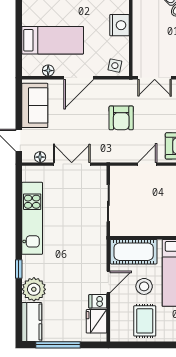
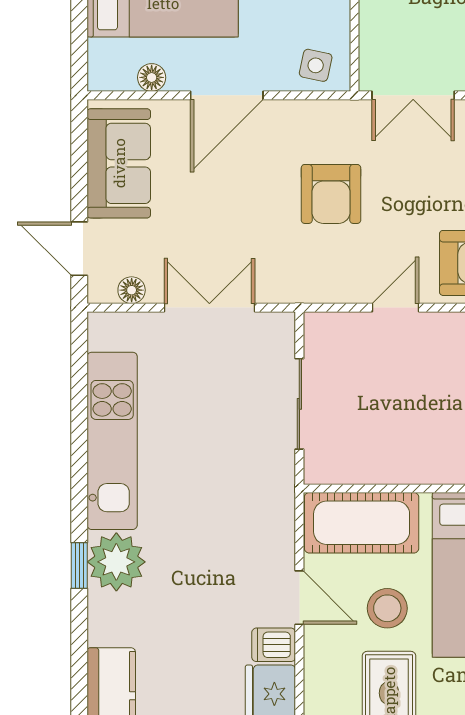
door: (108, 282) -> (299, 598), hinge flipped
plant: (34, 289) -> (116, 562), moved

